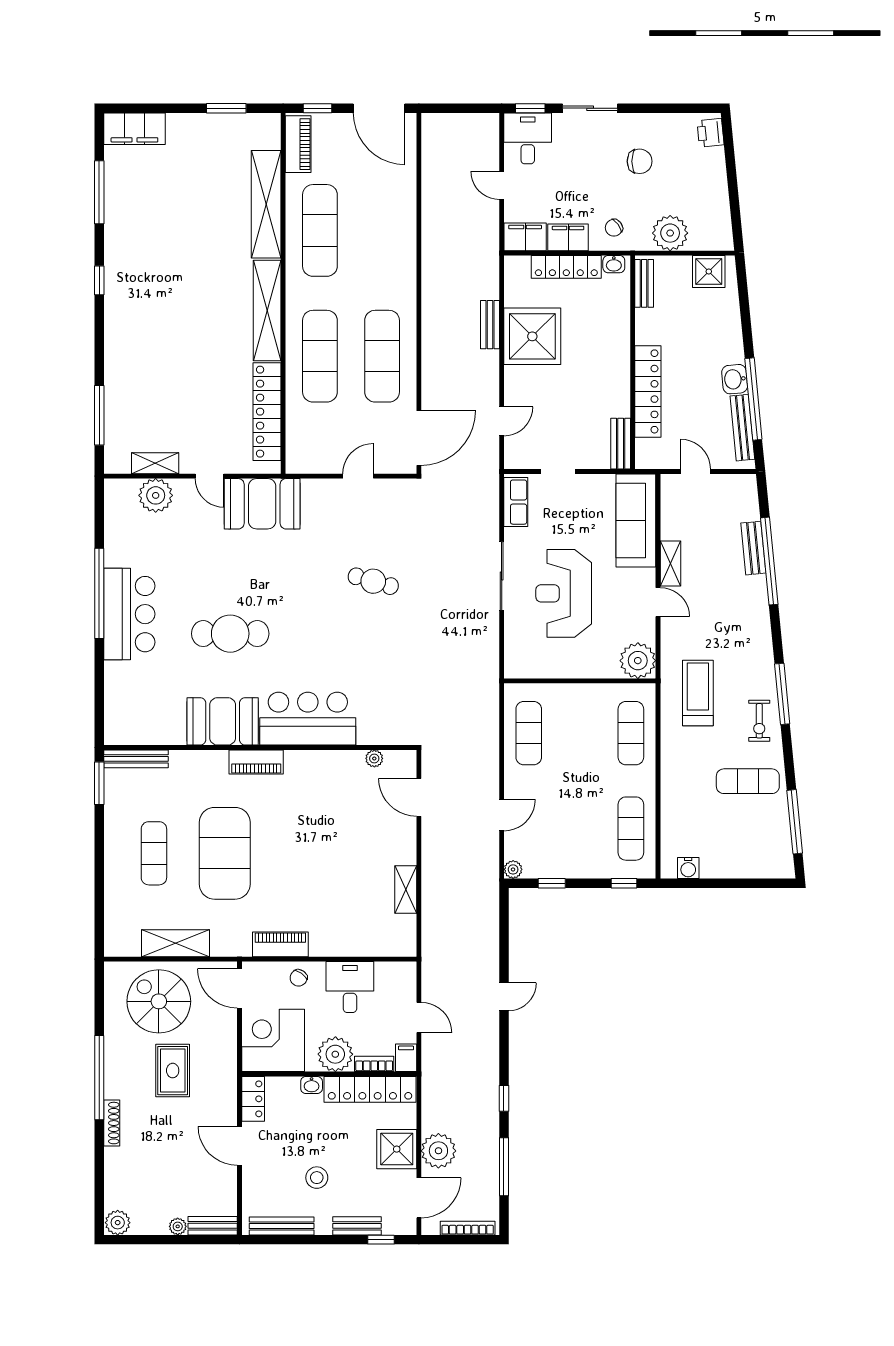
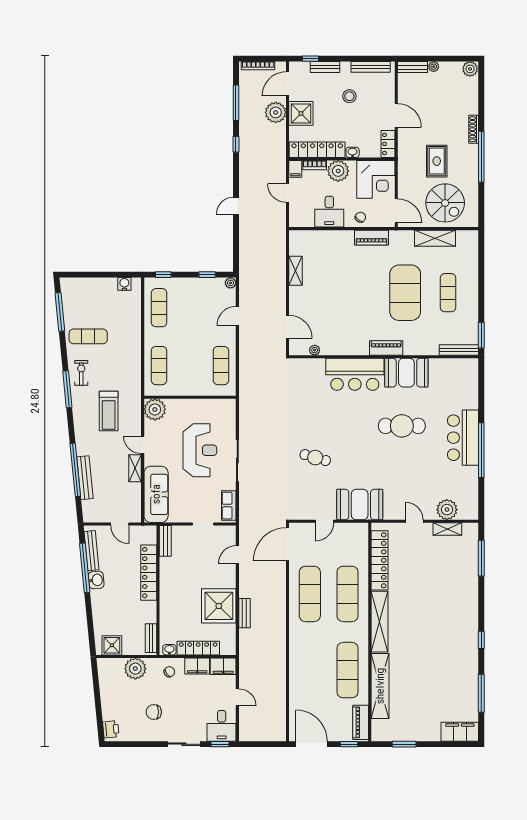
booth: (262, 504) -> (360, 505), moved
bench: (753, 548) -> (85, 478), width x1.36
treadmill: (698, 693) -> (109, 411), moved

